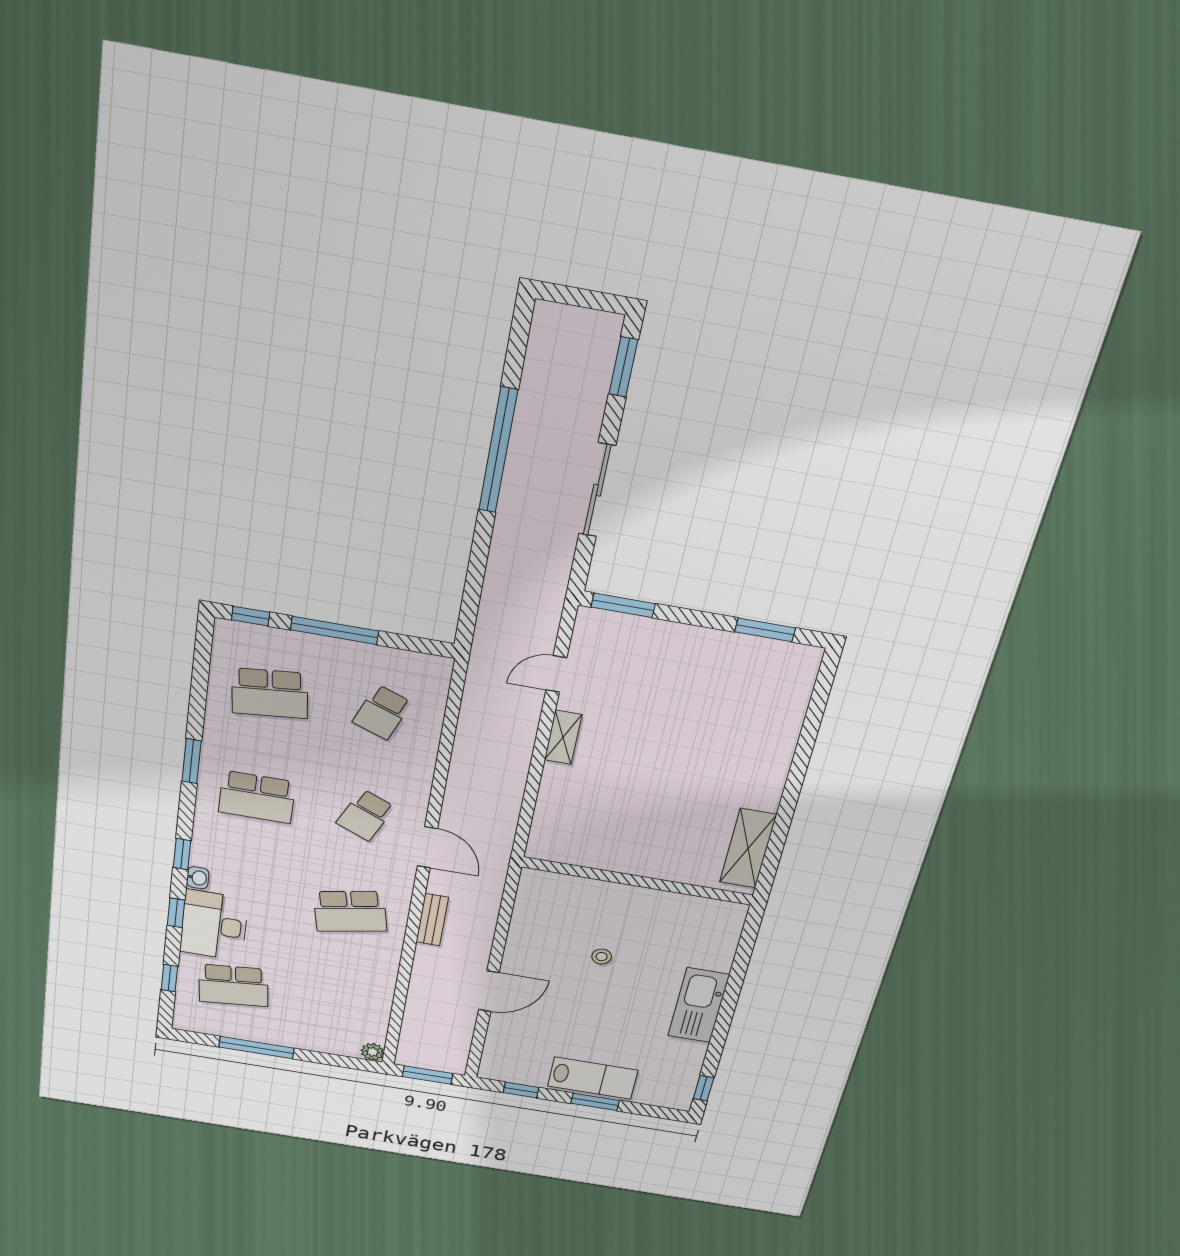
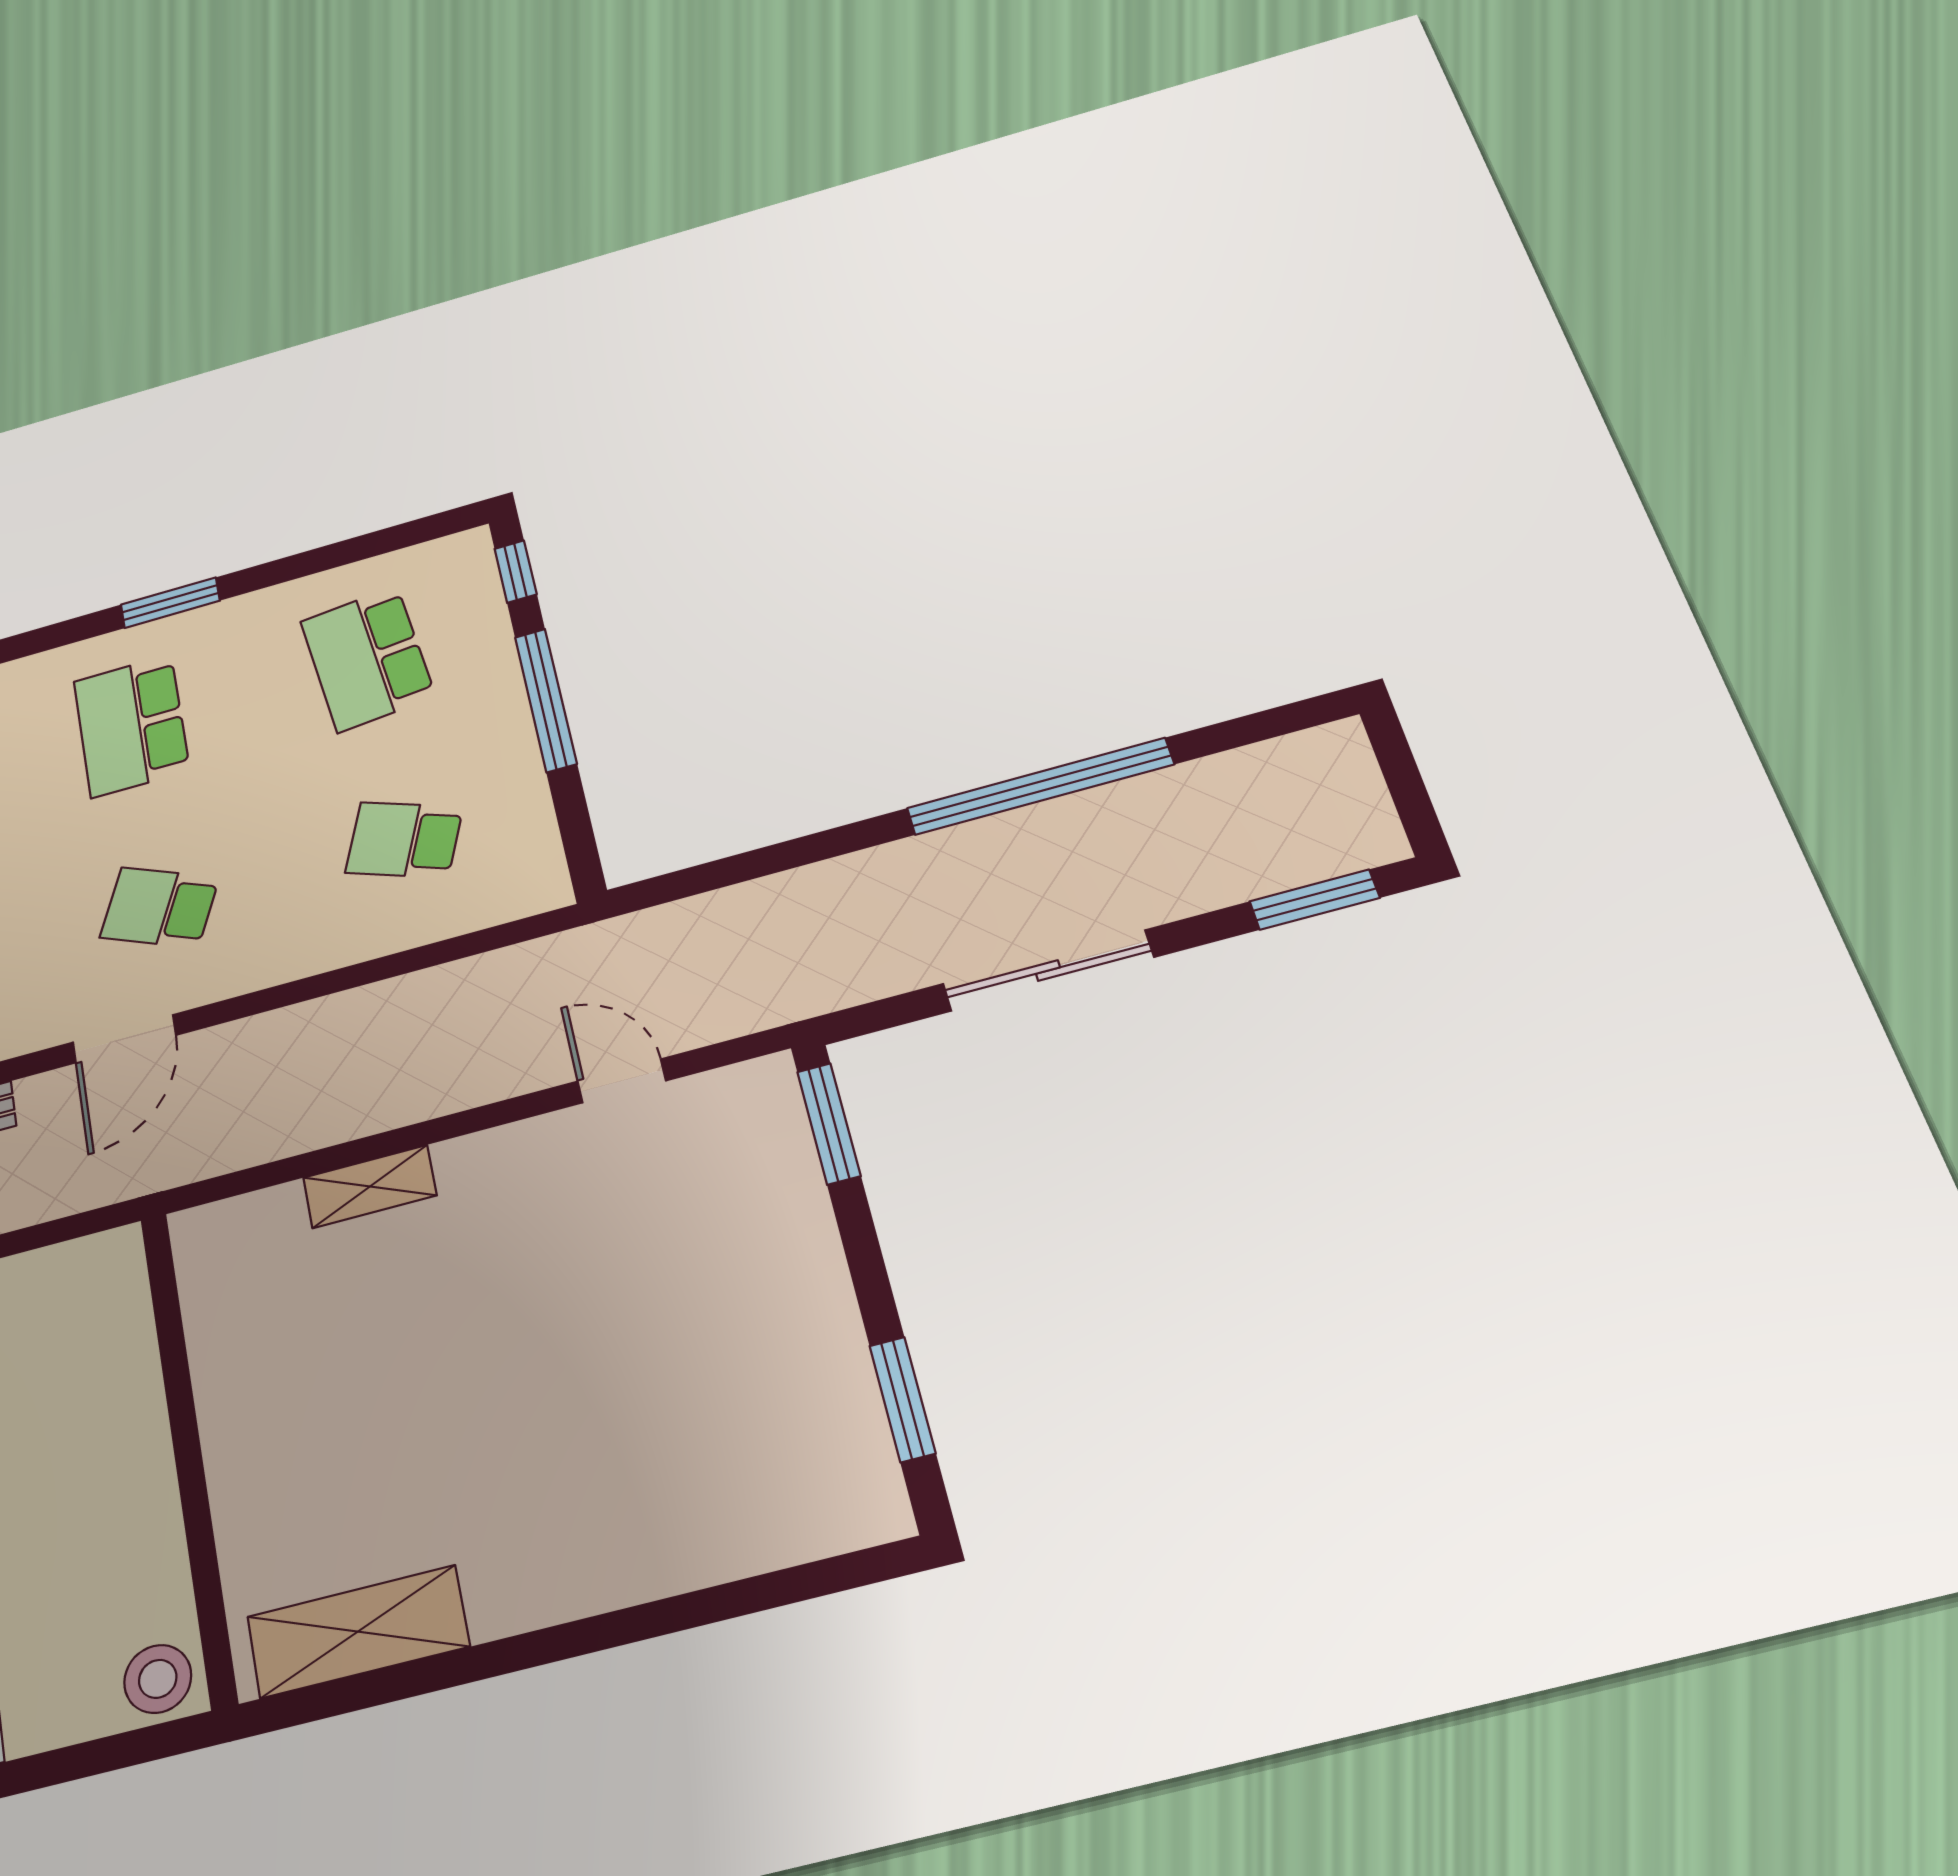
shelving: (563, 737) -> (370, 1186), moved
stool: (727, 918) -> (158, 1679), added

